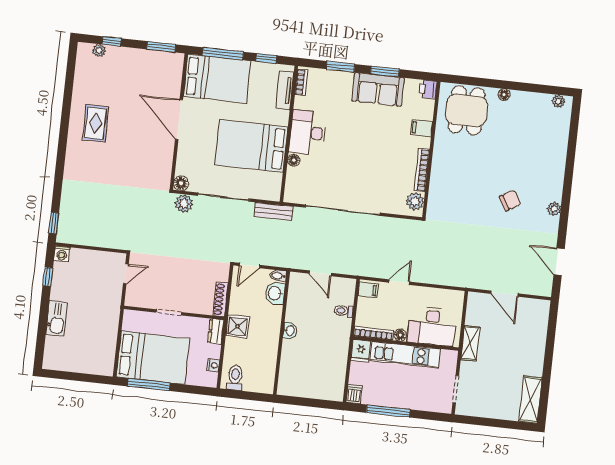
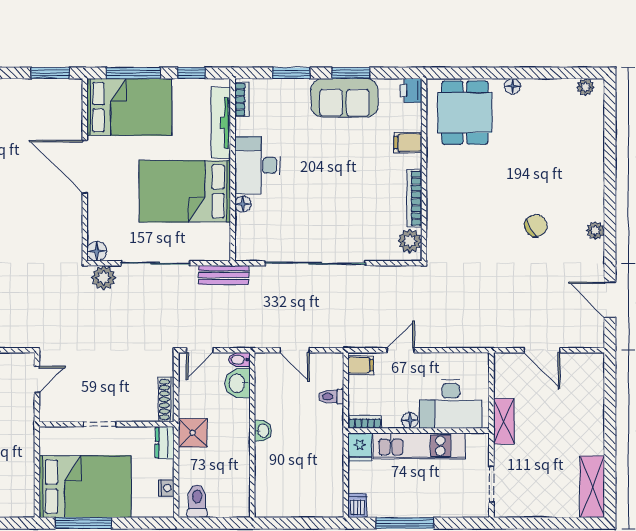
tv unit: (285, 90) -> (221, 123), width x1.41
bookcase: (373, 333) -> (365, 422), width x0.64

